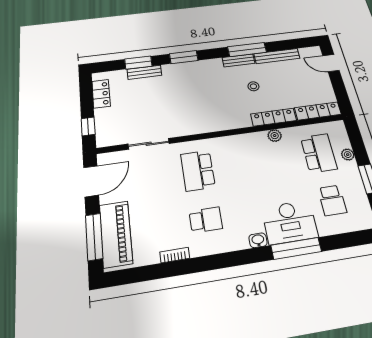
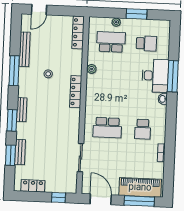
bench: (239, 60) -> (22, 110), moved
locker: (274, 117) -> (76, 92), moved
school desk: (206, 220) -> (143, 129), turned 180

